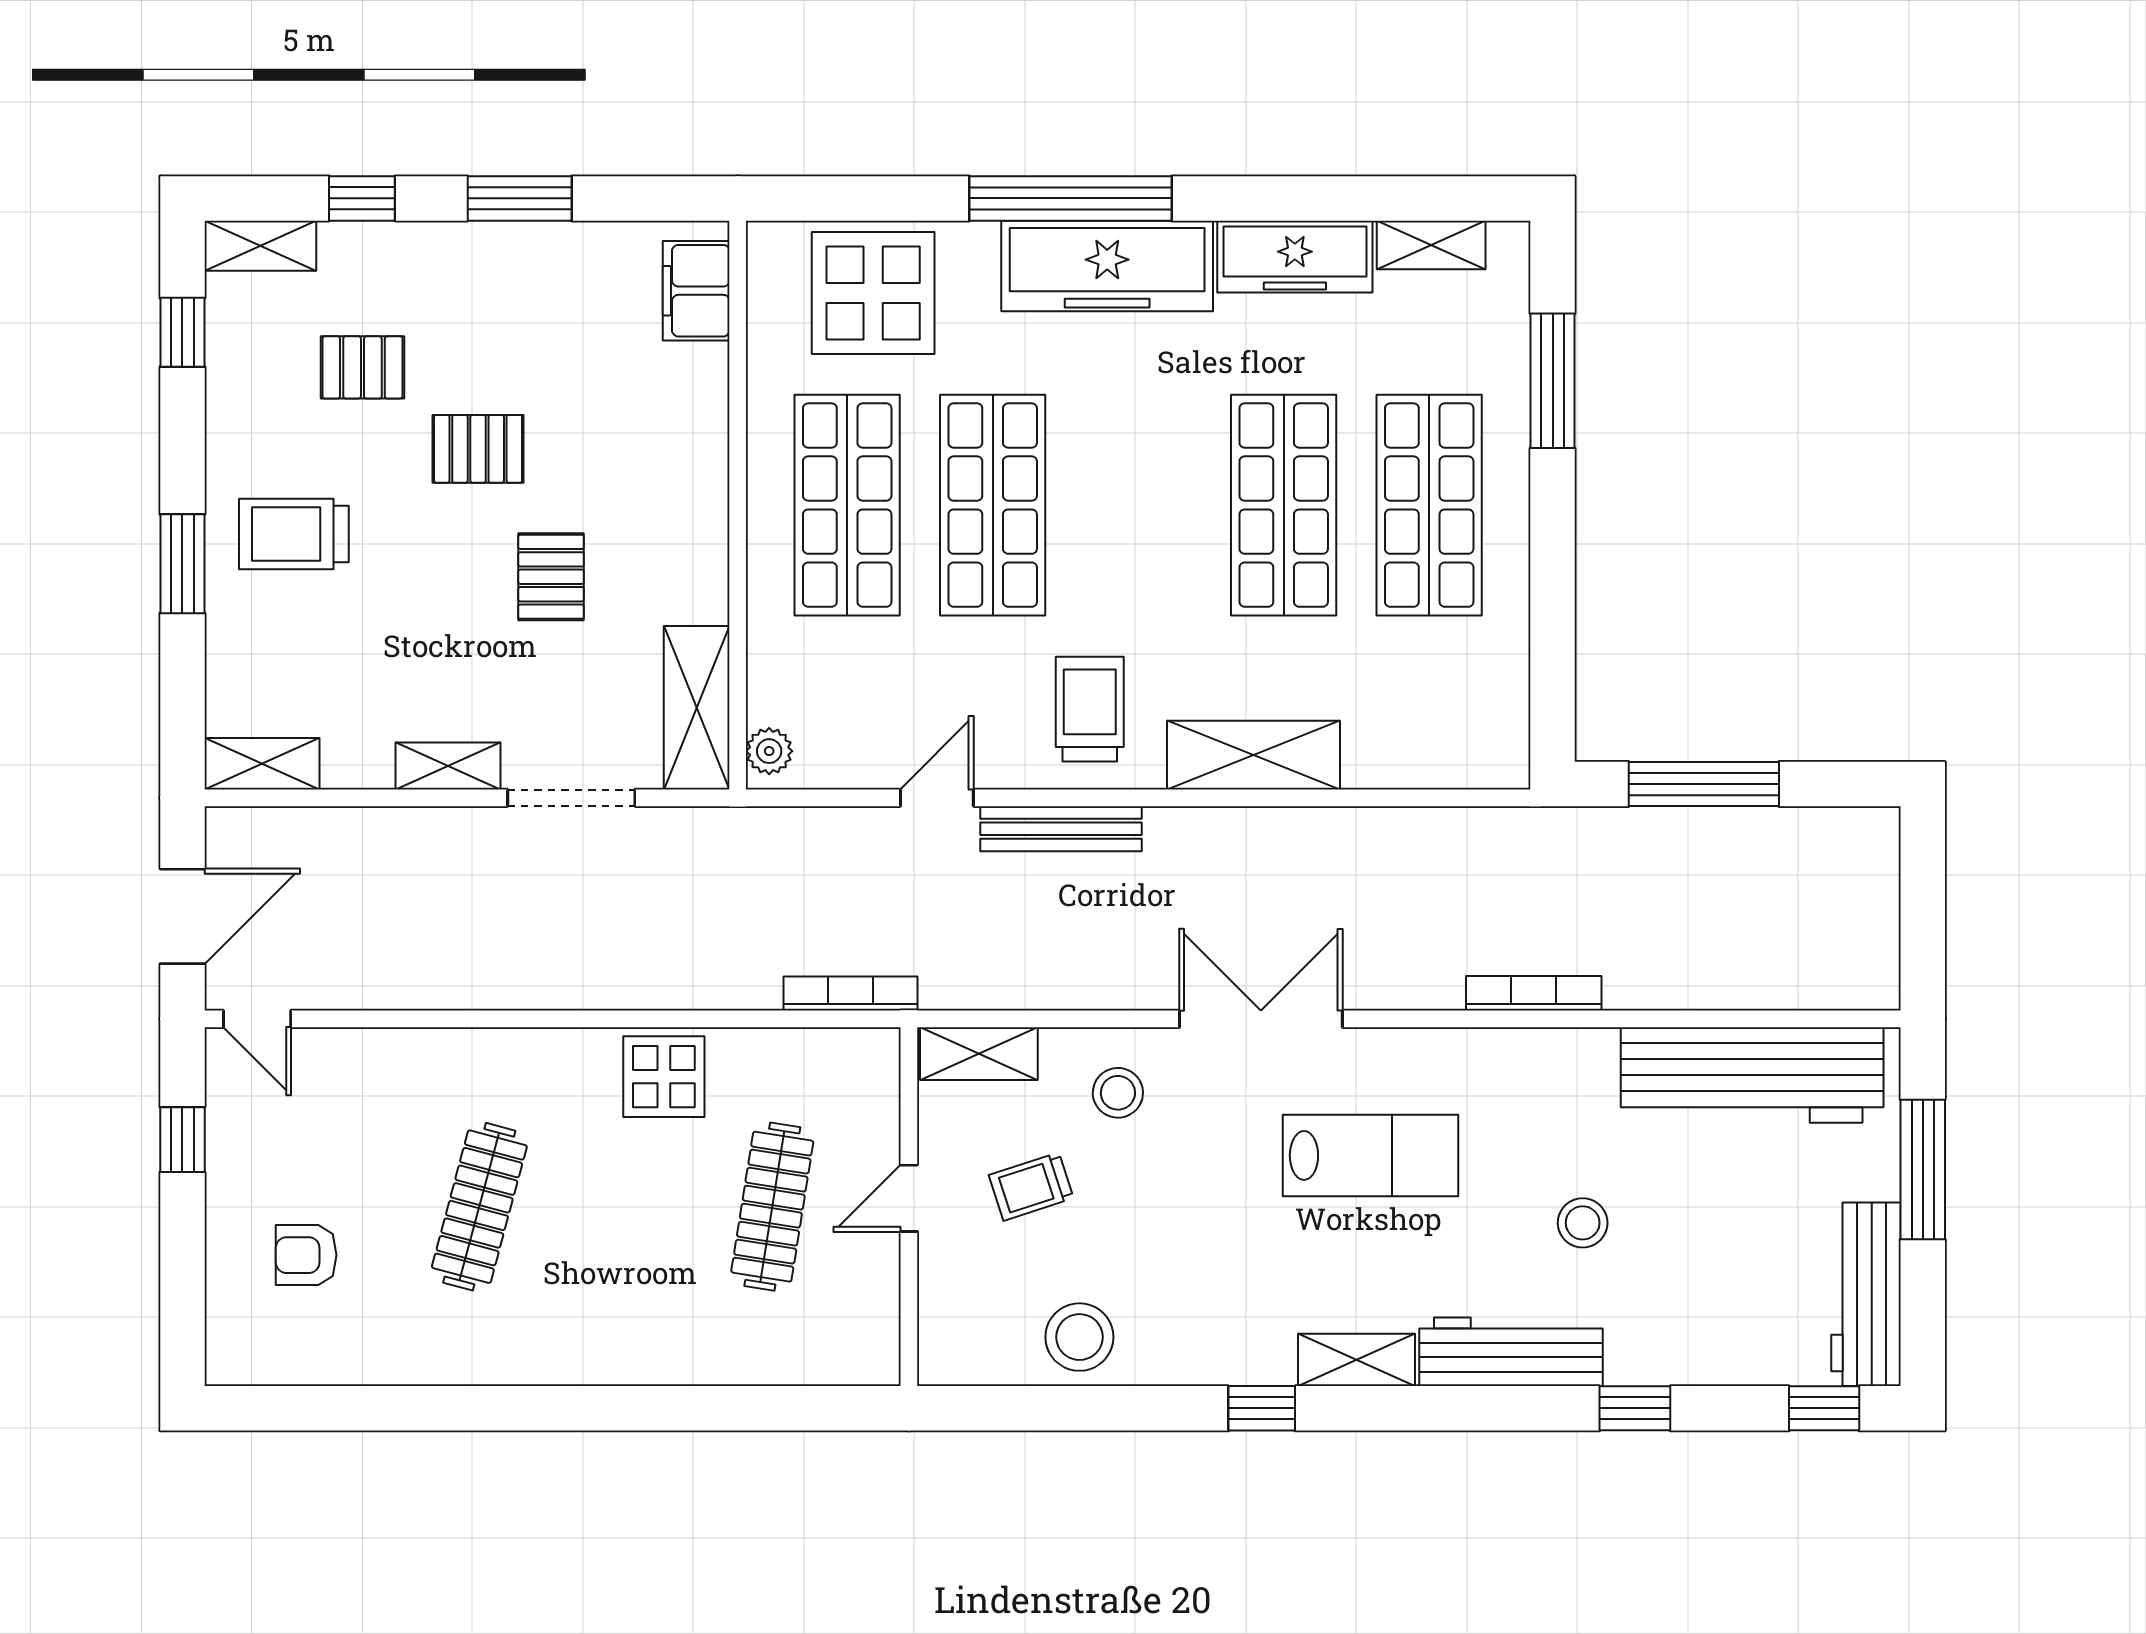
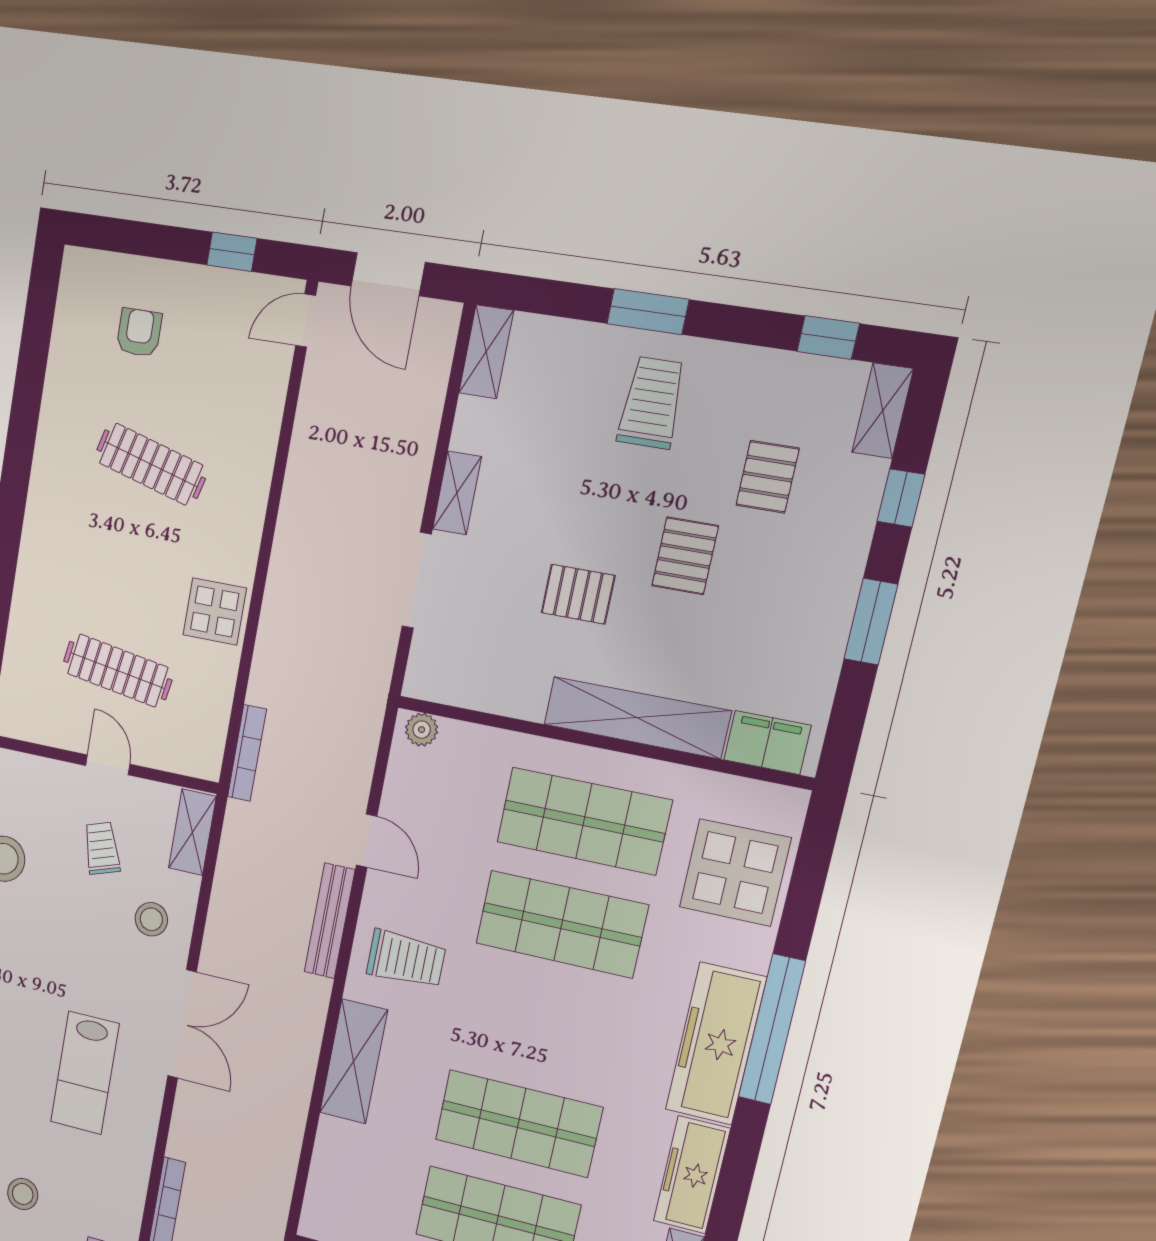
shelving: (697, 708) -> (637, 718), moved, width x1.47

